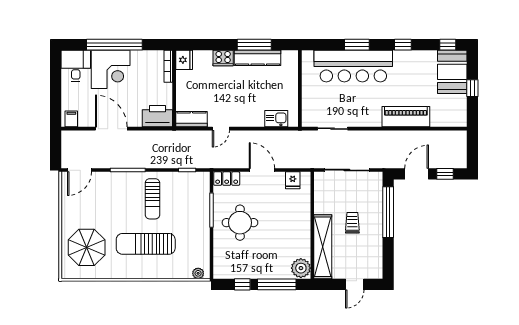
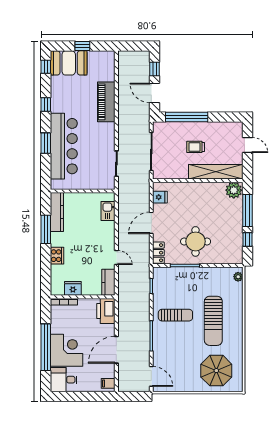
kitchen counter: (258, 58) -> (57, 212), moved
fridge: (184, 60) -> (73, 288), moved

